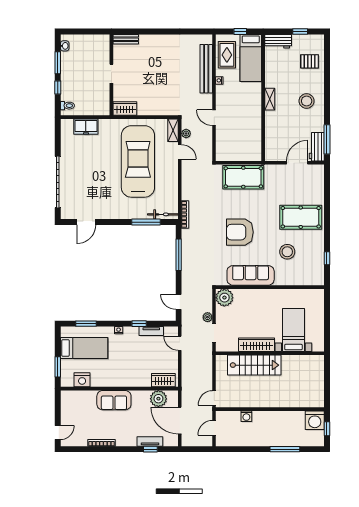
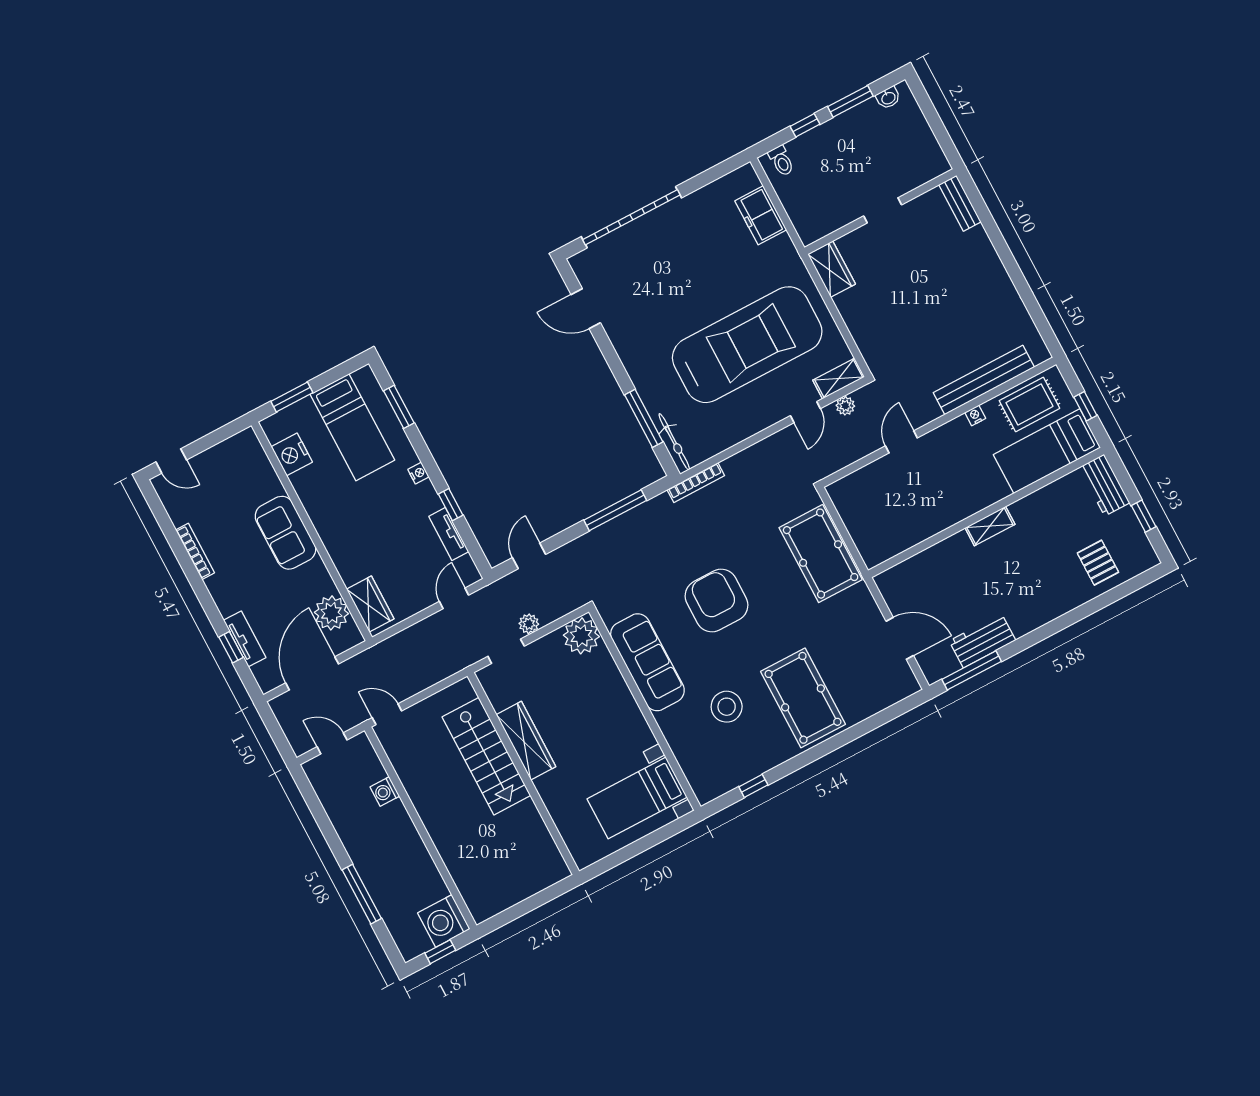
stool: (307, 101) -> (1022, 596), removed
workbench: (317, 147) -> (982, 641), moved
bed with nightstands: (293, 330) -> (637, 798), moved, turned 180

